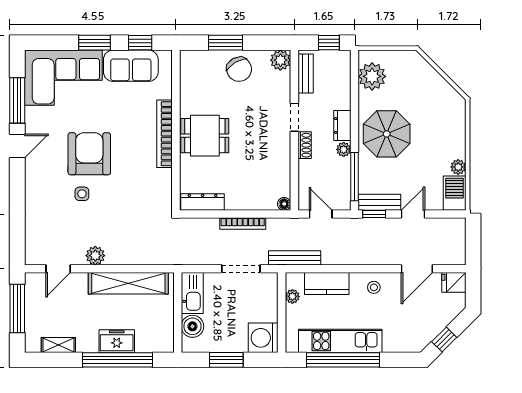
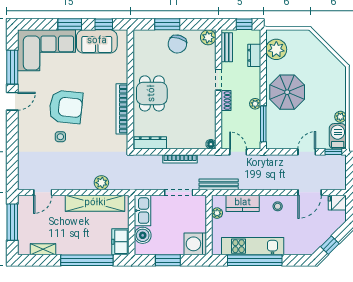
chair: (239, 69) -> (177, 44), turned 46
dresser: (342, 126) -> (254, 55), moved
bookcase: (165, 134) -> (122, 109), moved
dining table: (205, 136) -> (152, 93), turned 90
armchair: (89, 154) -> (66, 107), turned 96
bench: (379, 202) -> (282, 143), removed
window: (374, 214) -> (333, 152), moved
plant: (95, 256) -> (101, 183), moved
freezer: (117, 341) -> (120, 242), moved, turned -90

